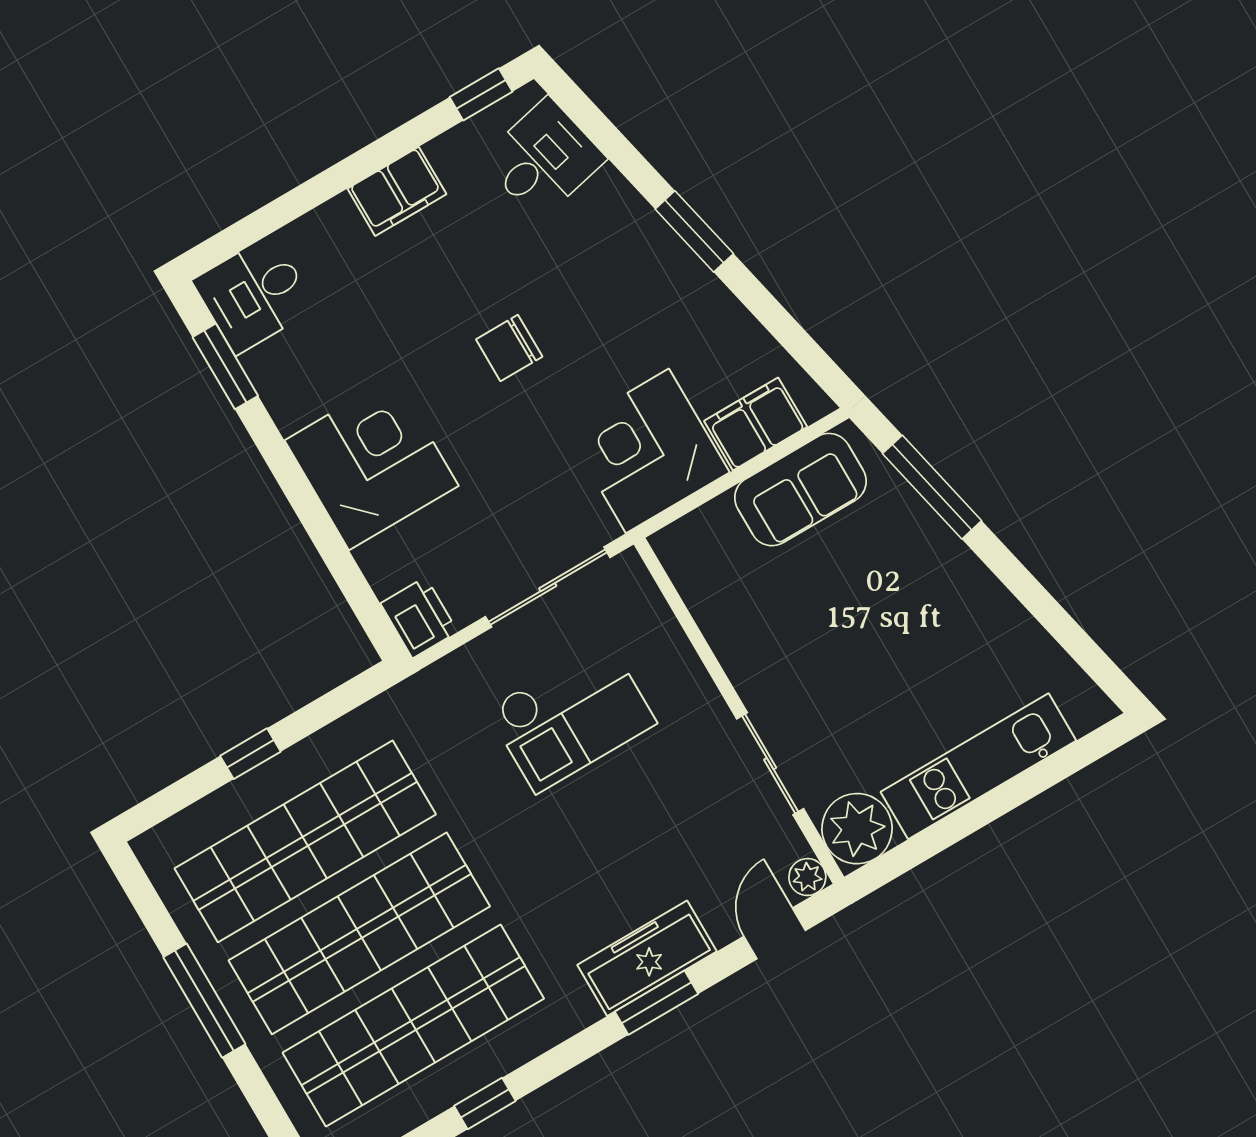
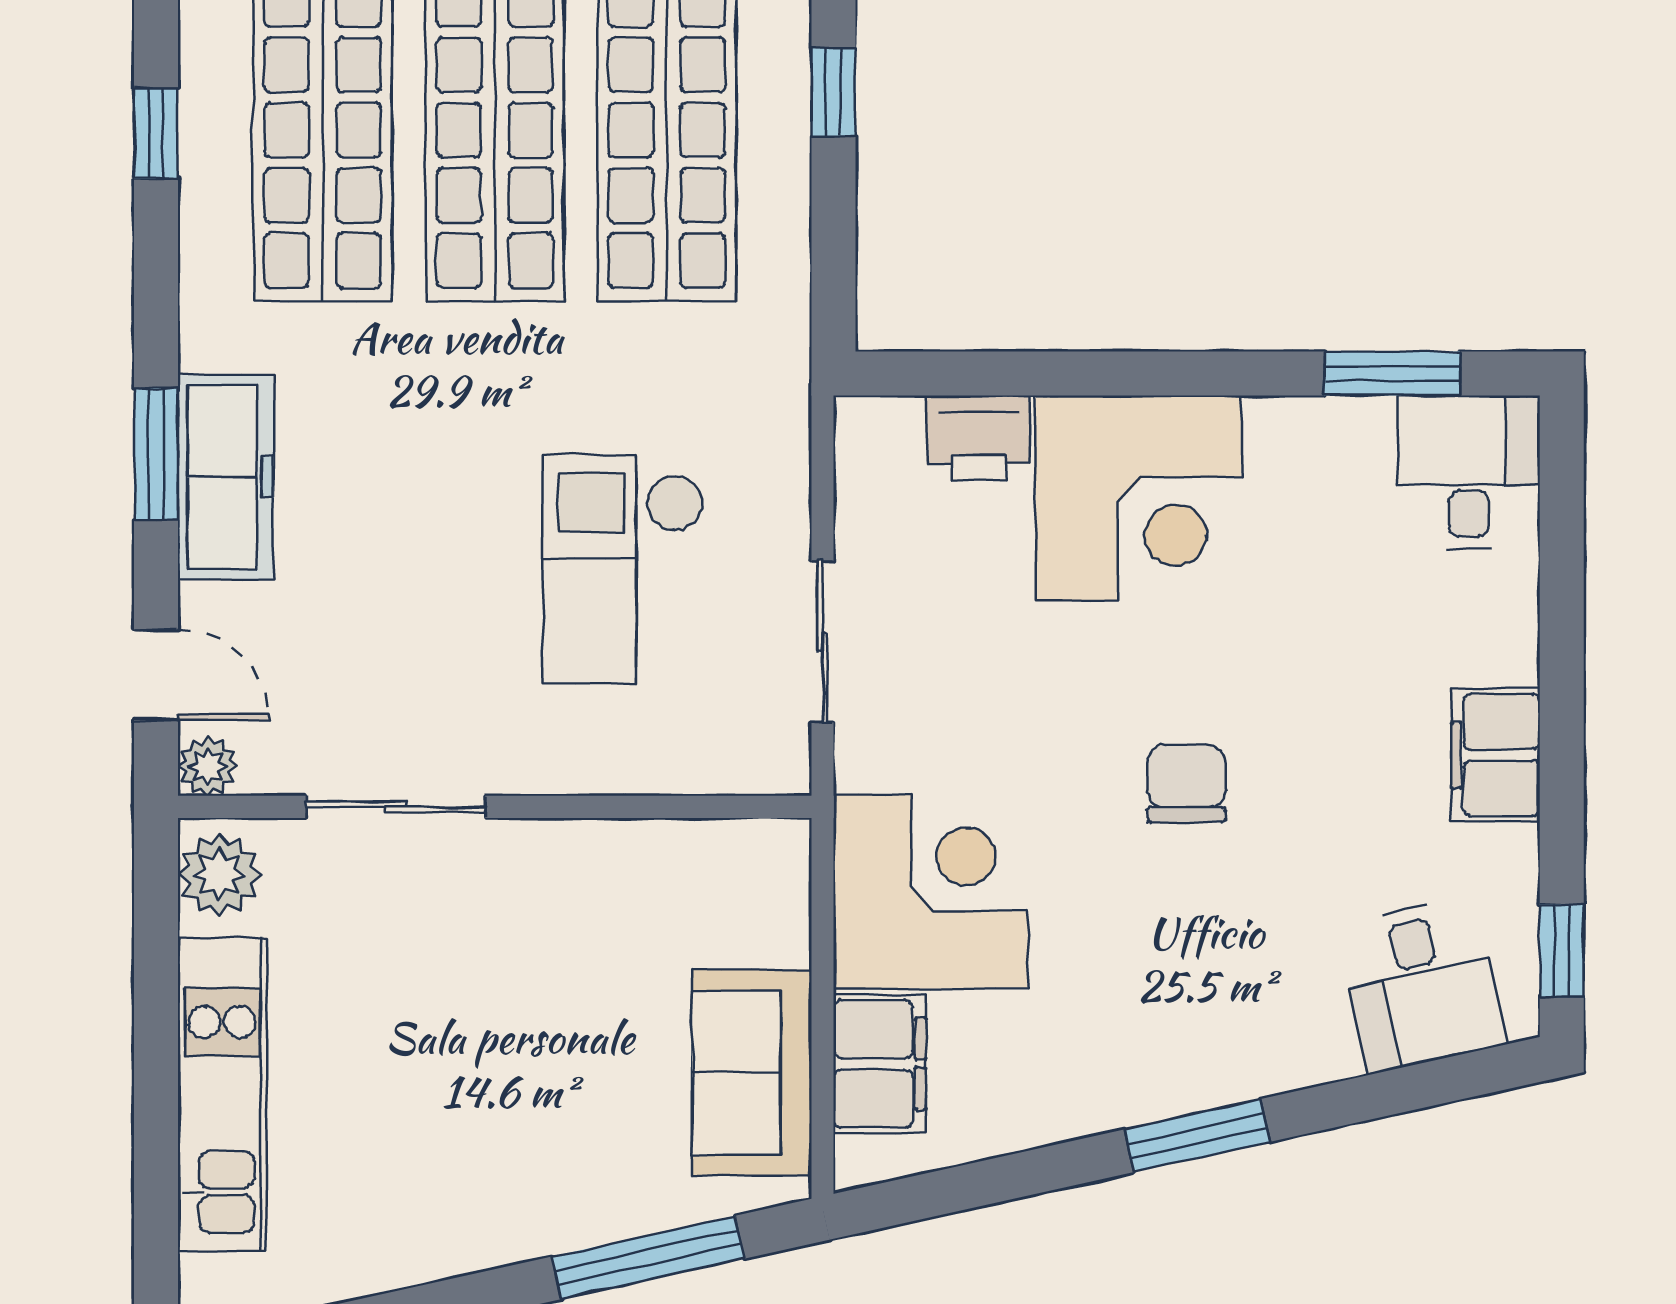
sliding door: (548, 587) -> (822, 642), width x0.73
printer: (419, 618) -> (978, 438), moved
plant: (857, 829) -> (219, 875), width x0.73, depth x0.73

